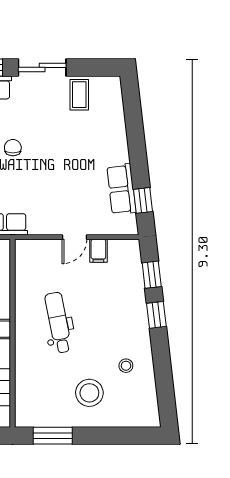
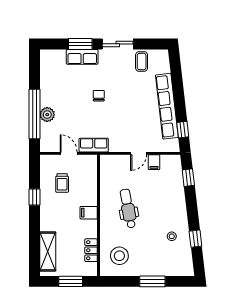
row of seats: (121, 189) -> (167, 106), width x2.02
window: (156, 315) -> (195, 239), moved
stool: (89, 393) -> (119, 256), moved
window: (53, 436) -> (152, 281), moved

